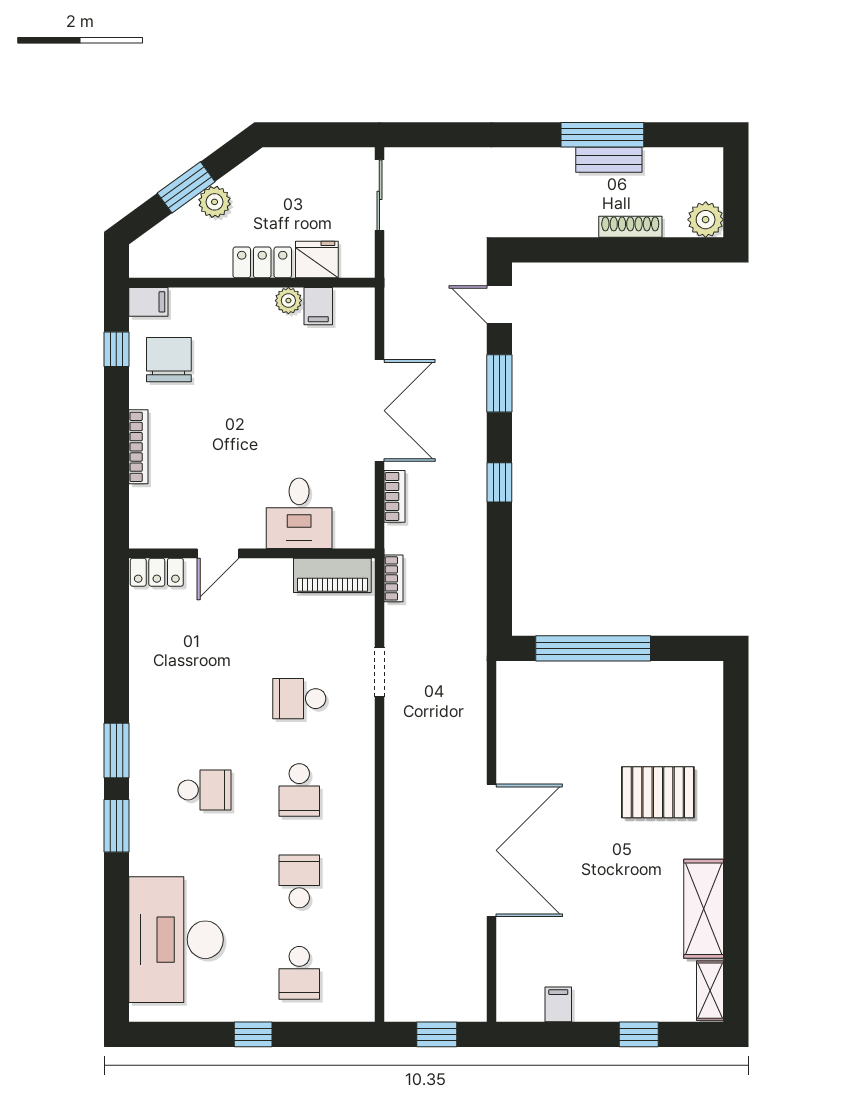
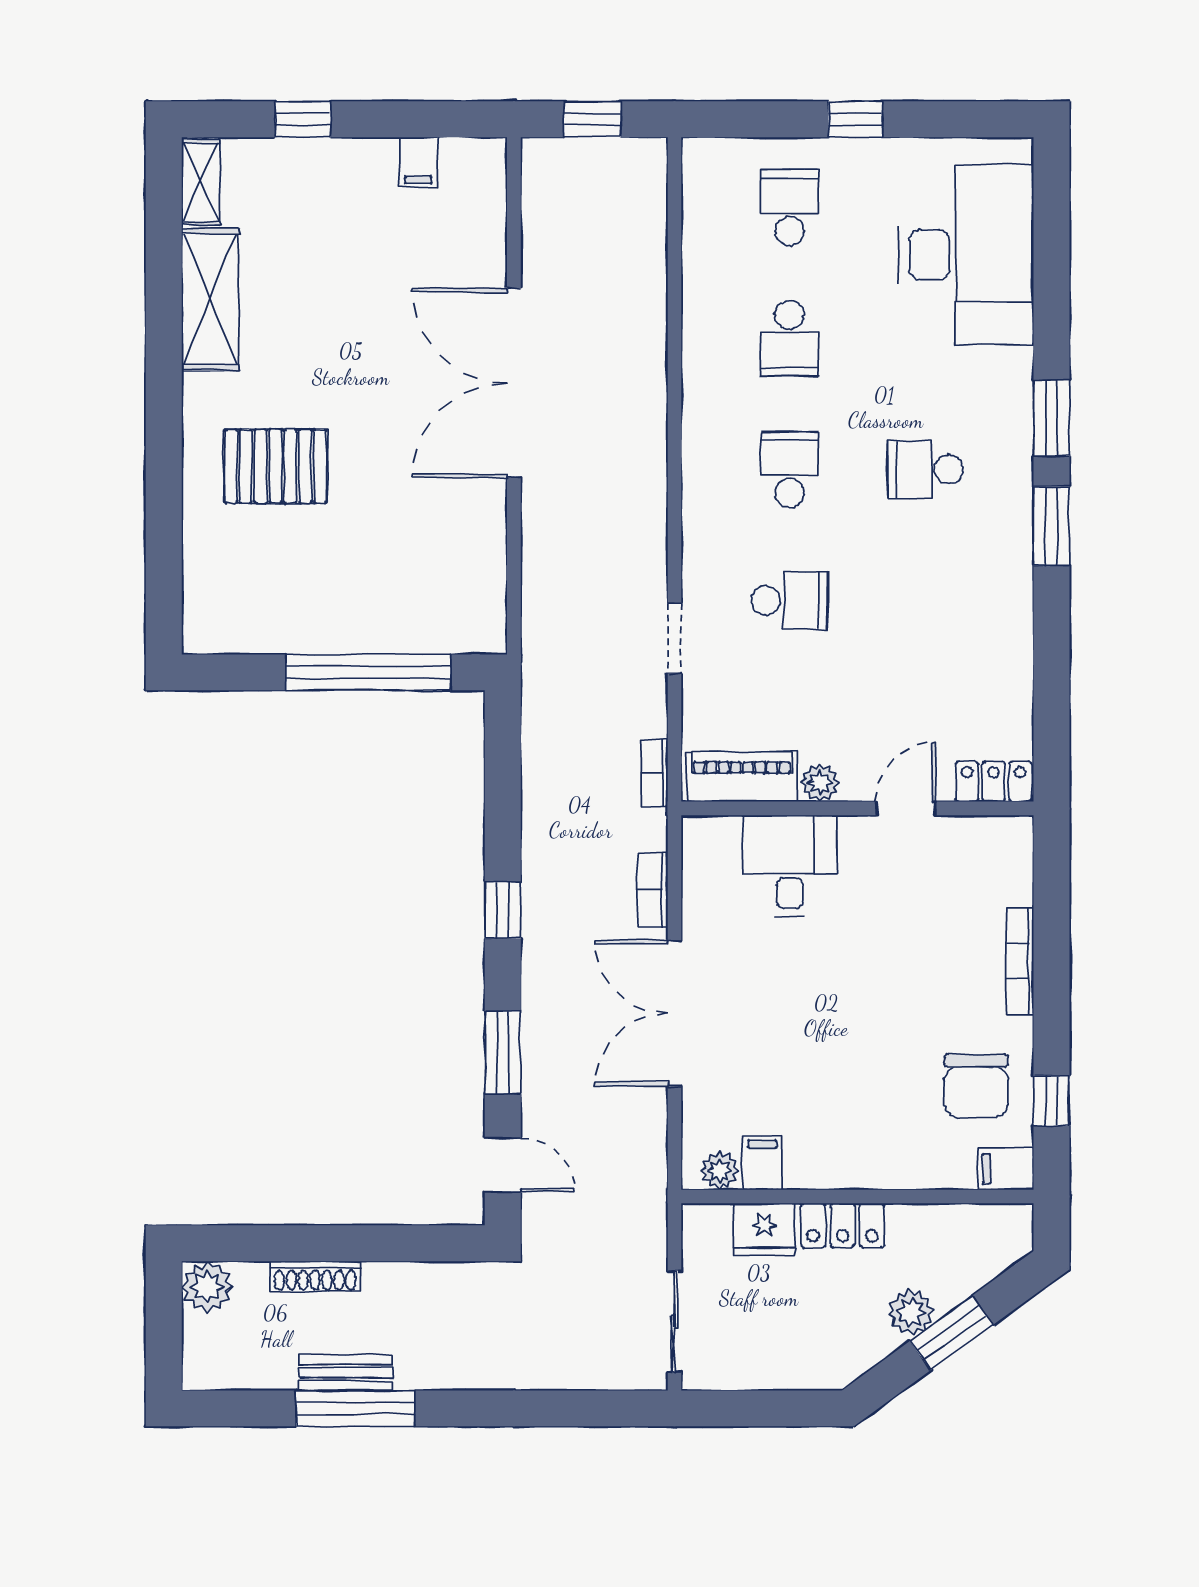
plant: (288, 301) -> (719, 1171), moved
plant: (278, 571) -> (820, 783), added

